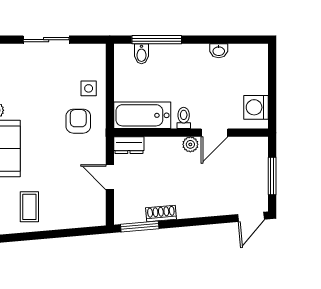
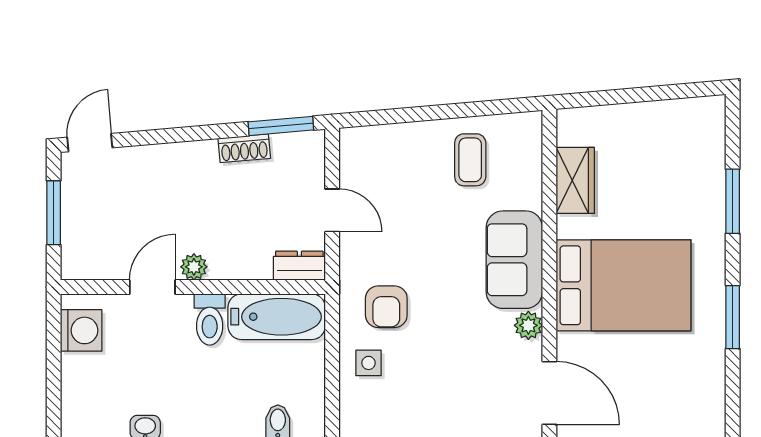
toilet: (184, 118) -> (210, 319), width x1.37, depth x1.39

